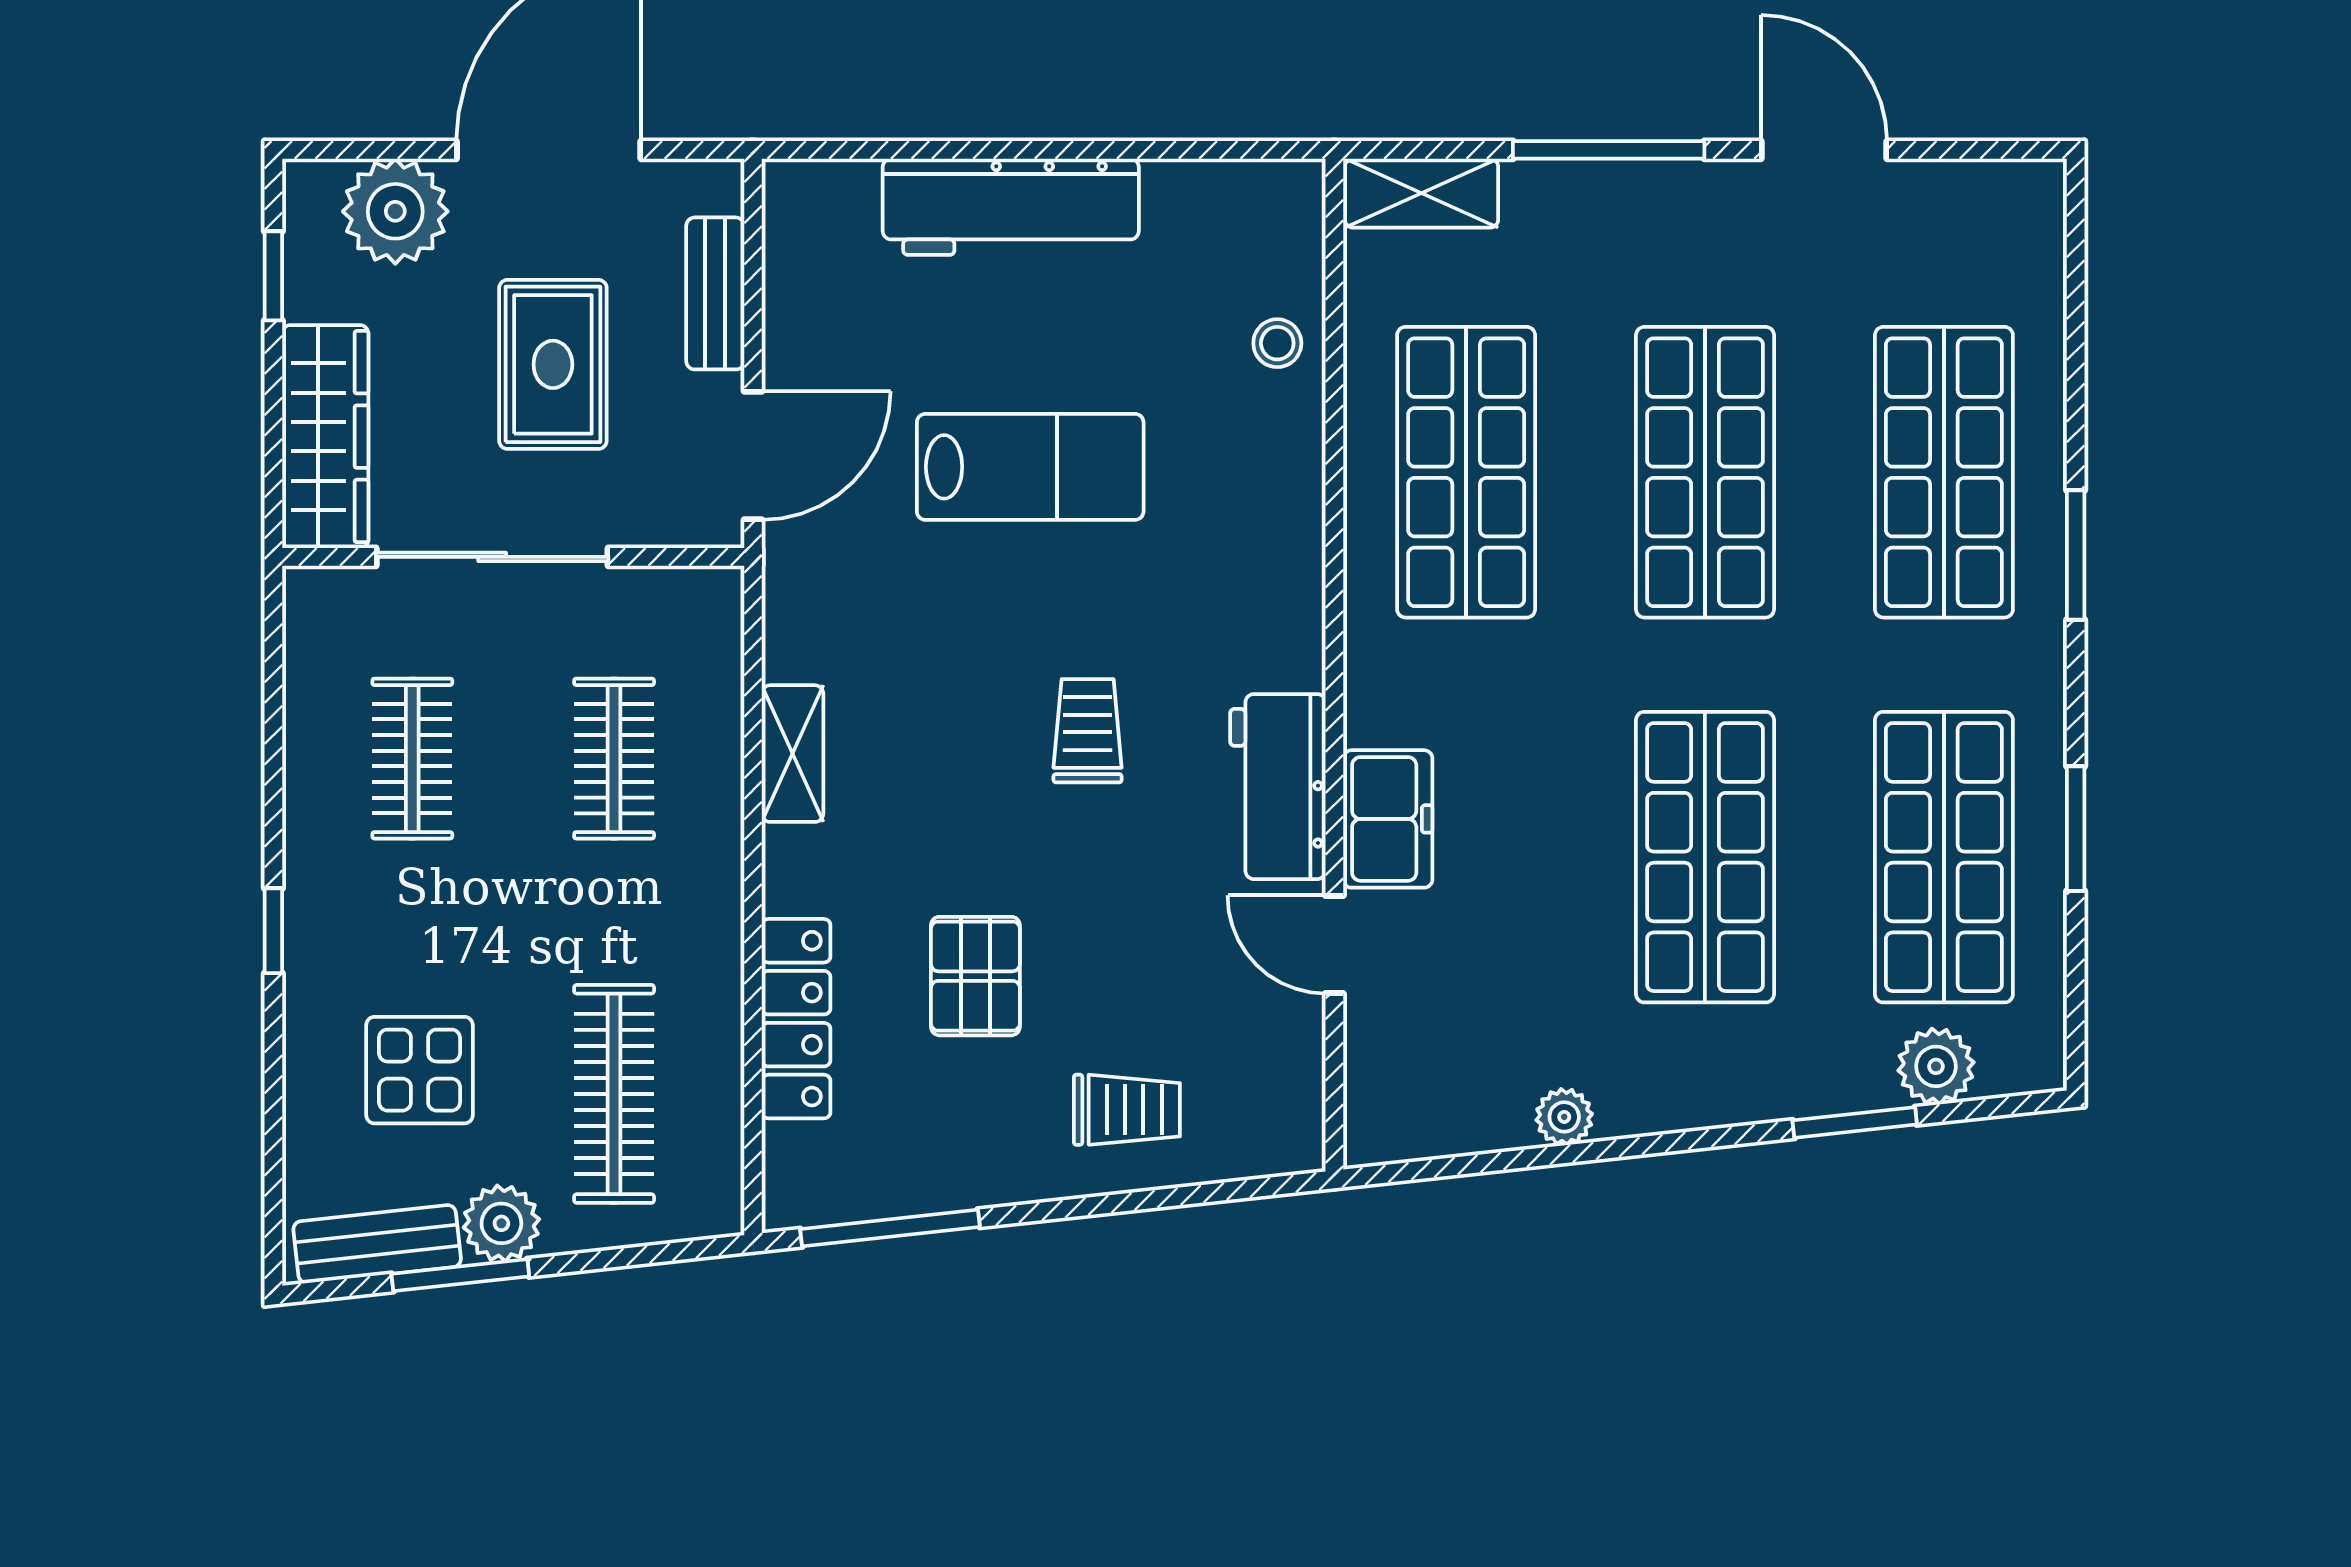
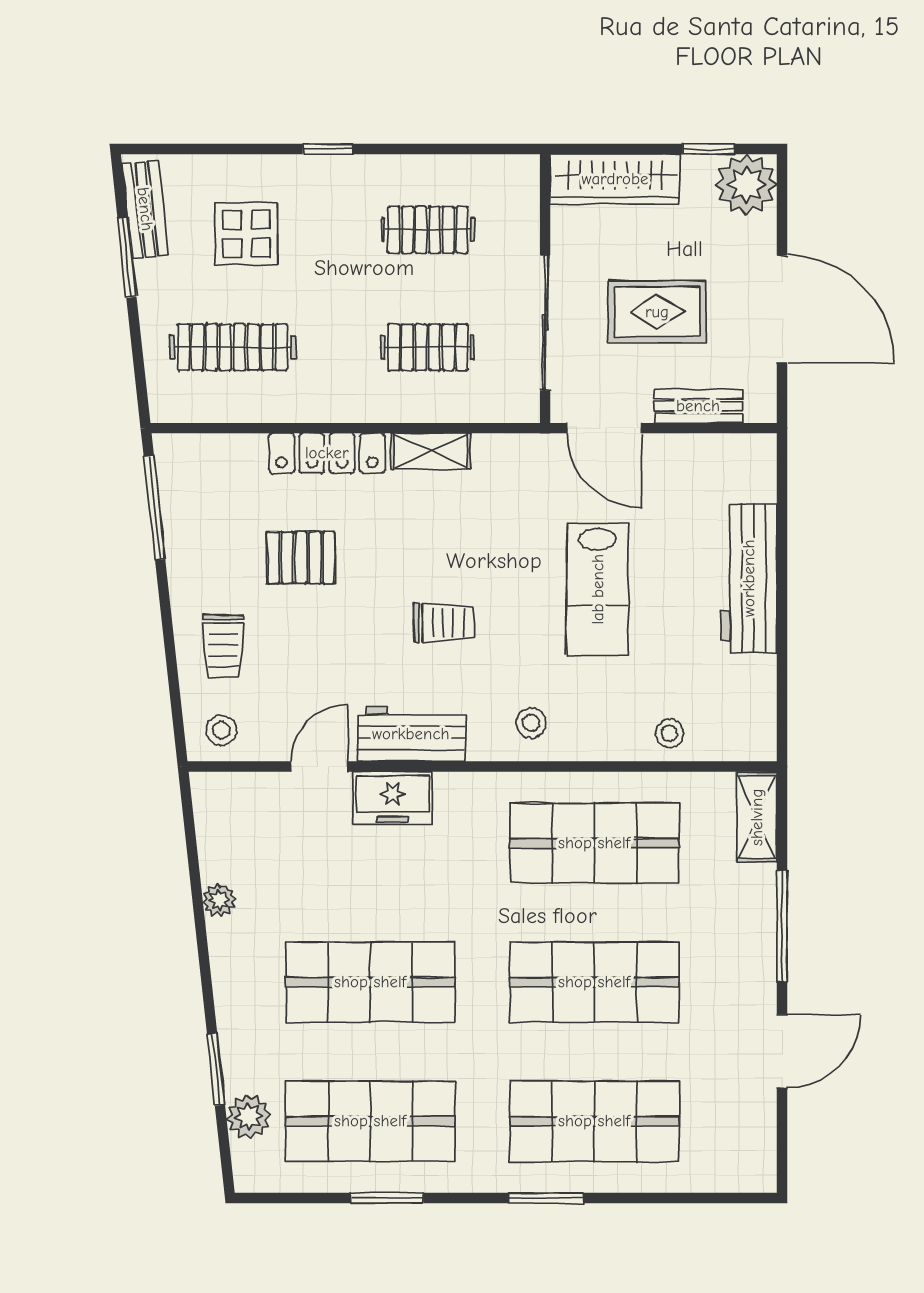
plant: (395, 211) -> (746, 185), moved
sliding door: (492, 557) -> (545, 323), moved
stool: (1260, 581) -> (531, 723), added
locker: (796, 1019) -> (327, 453), moved
stool: (1272, 1113) -> (221, 730), added
plant: (501, 1223) -> (157, 282), removed

